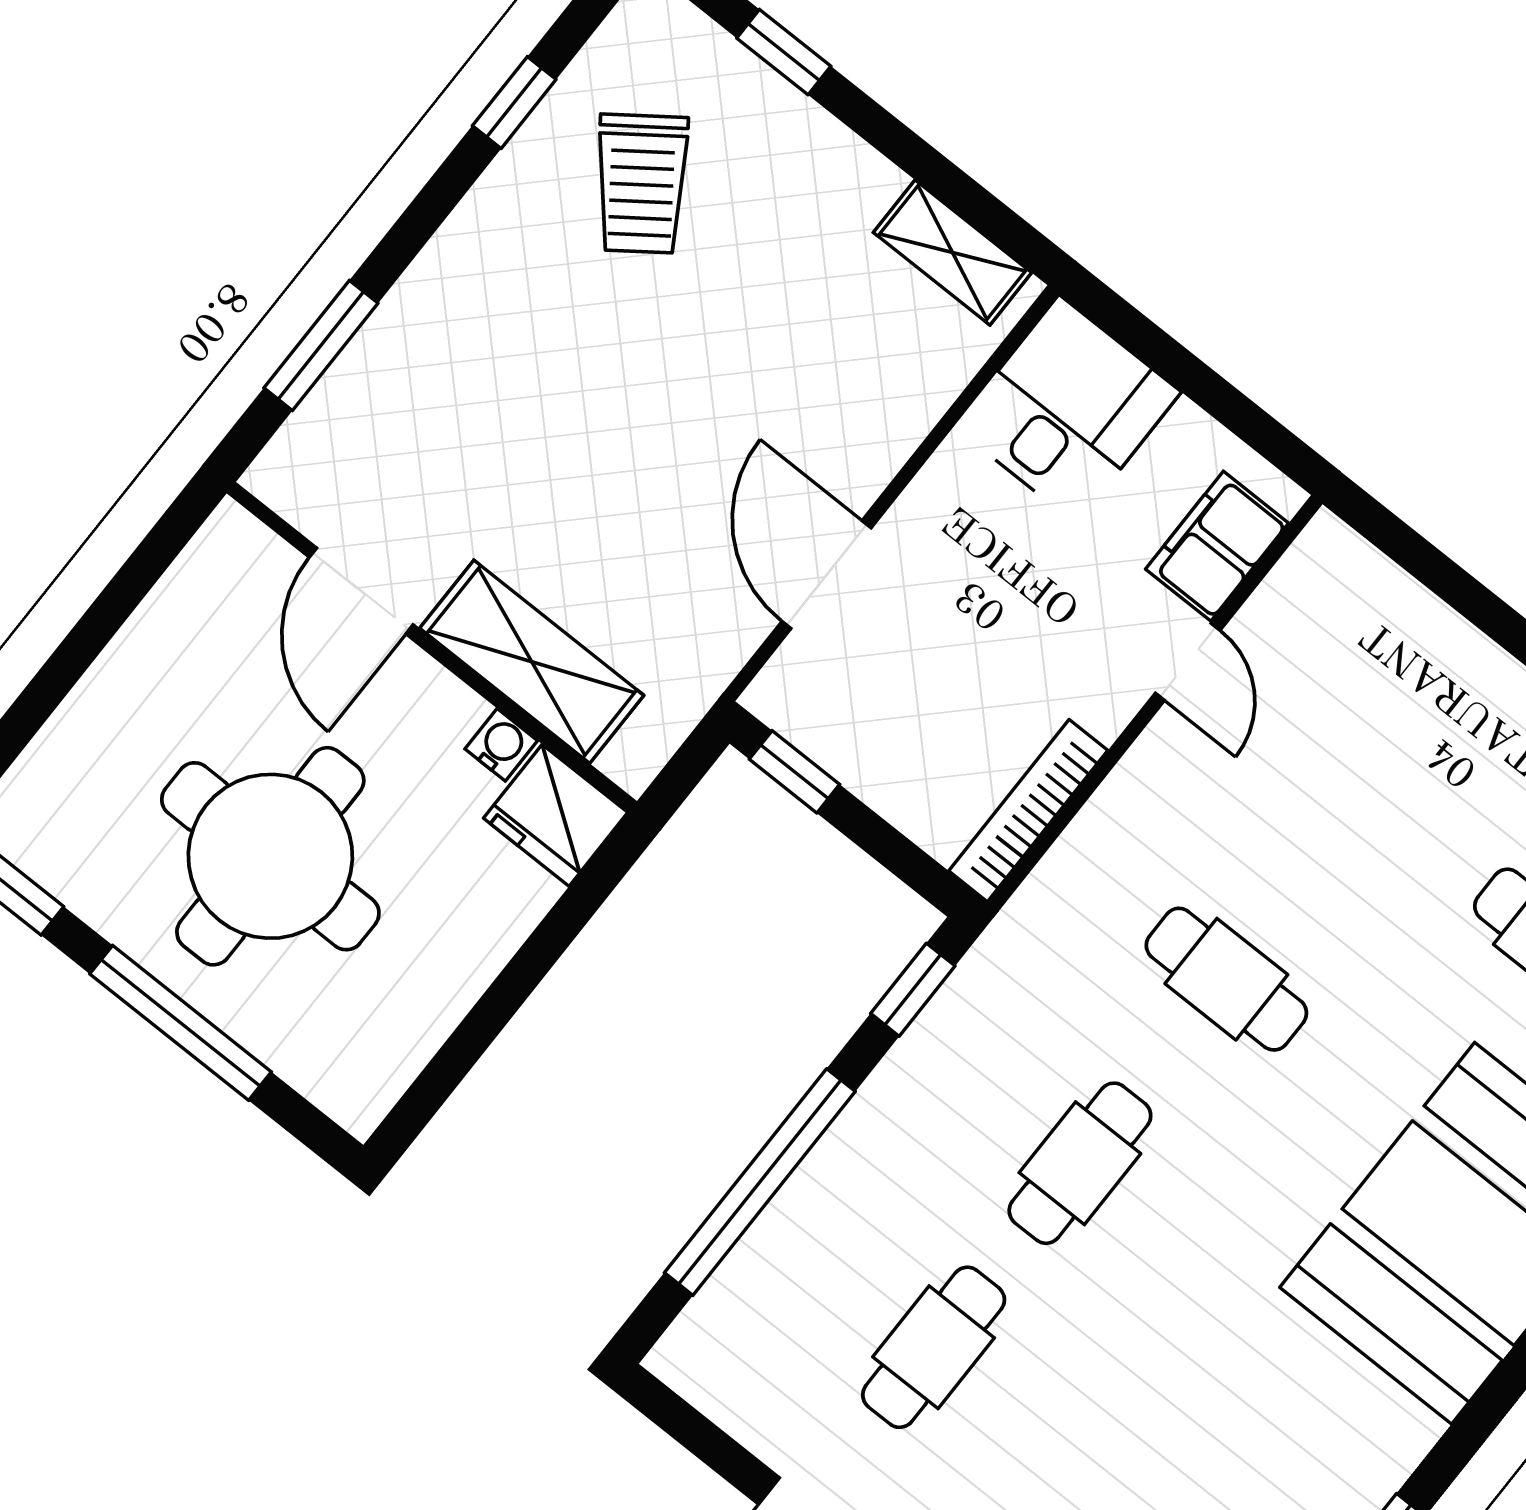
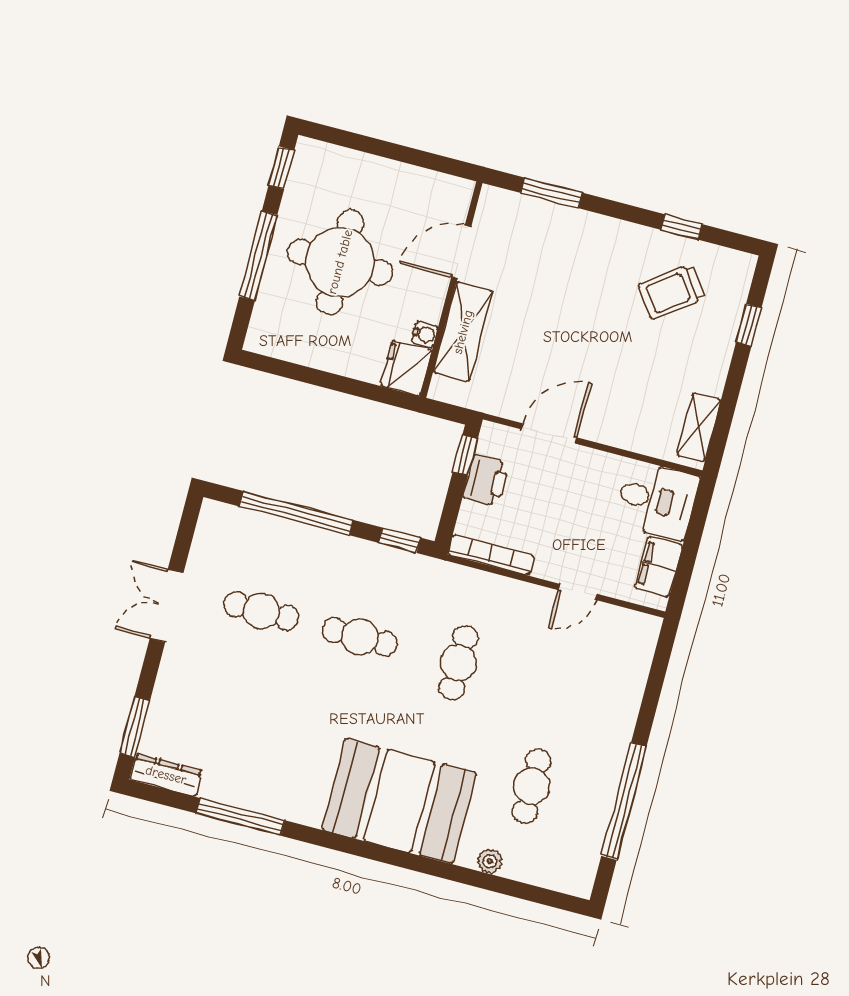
filing cabinet: (1217, 546) -> (659, 566), moved, turned -90
printer: (867, 751) -> (486, 481), added

